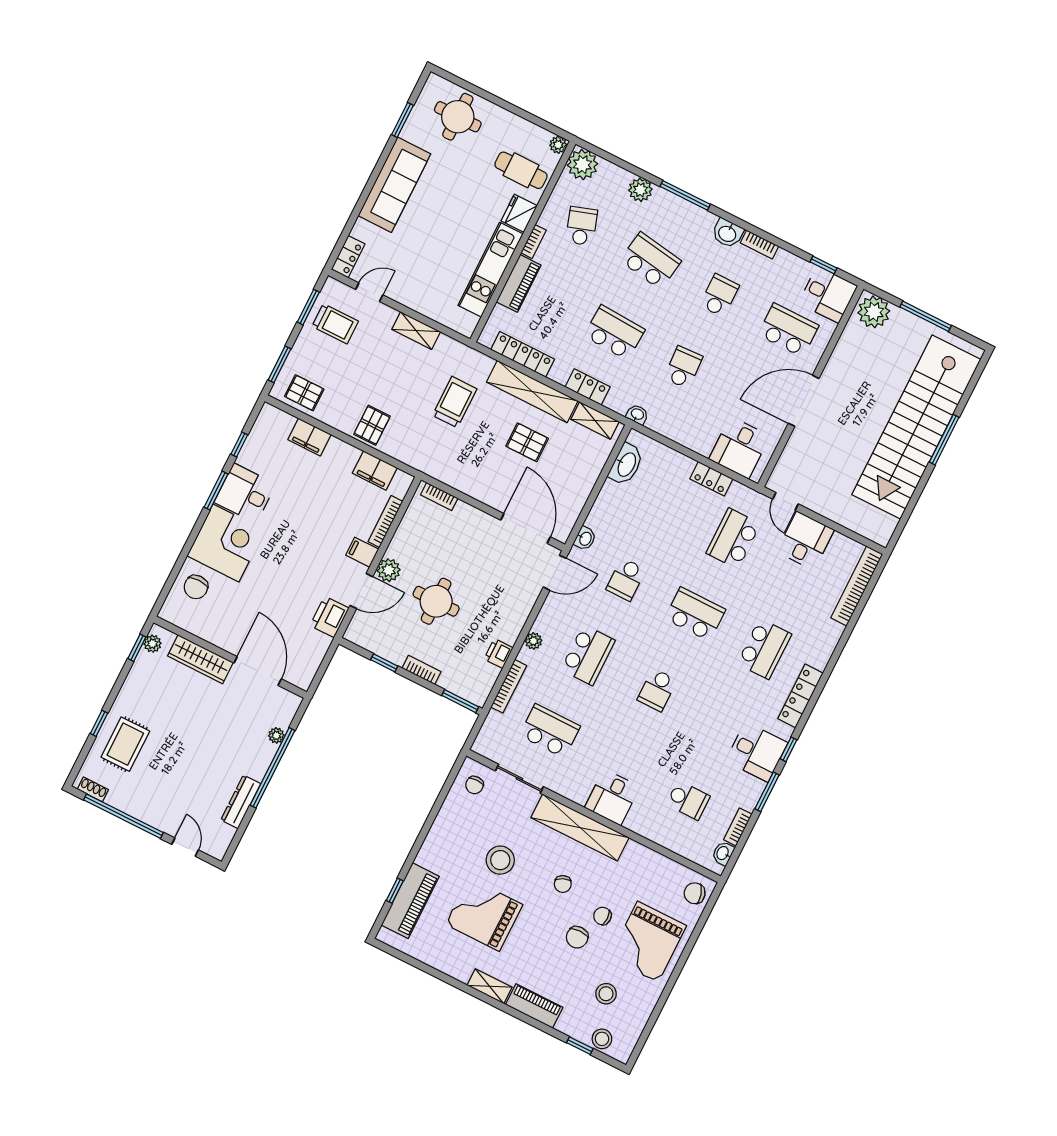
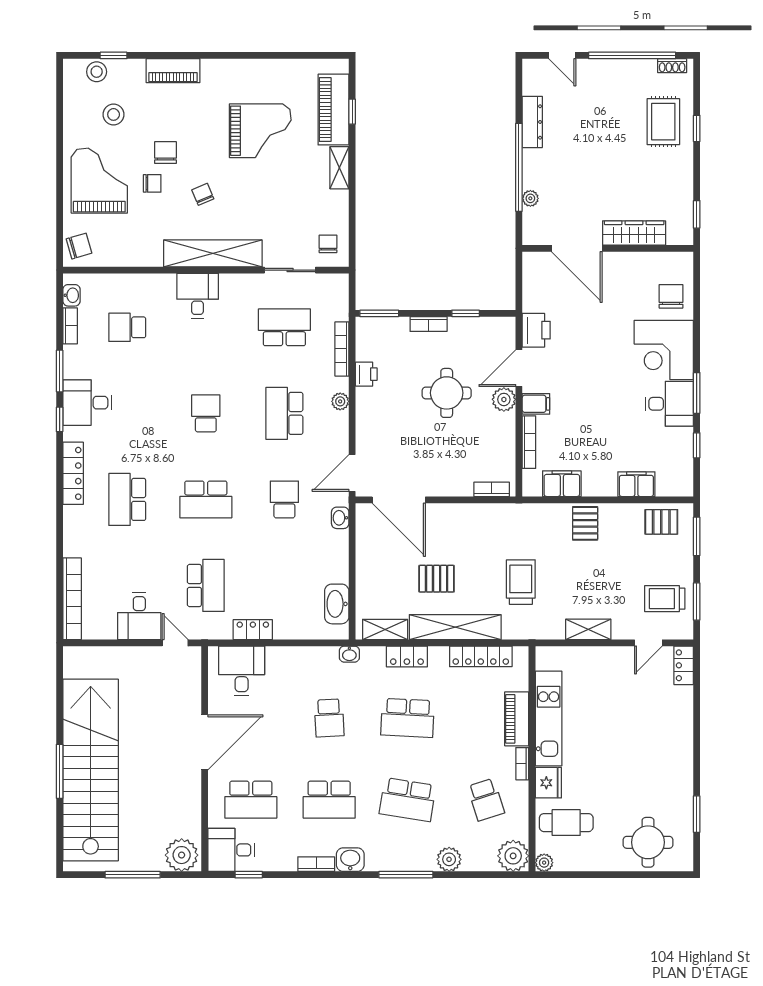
sofa: (394, 185) -> (674, 752), removed
school desk: (719, 295) -> (329, 800), width x1.85
trolley: (455, 402) -> (521, 582), turned 180
plant: (153, 644) -> (684, 225), removed
school desk: (550, 731) -> (284, 327), turned 180
stool: (500, 860) -> (270, 187), removed
shelving: (490, 986) -> (339, 168), moved, turned 90

